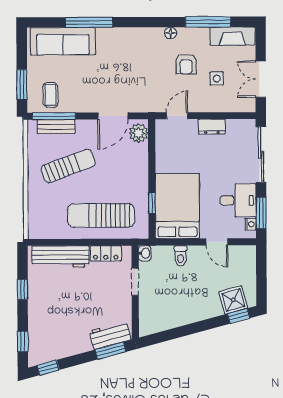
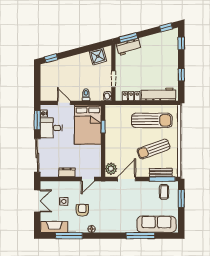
sun lounger: (101, 215) -> (152, 120), moved
shower: (233, 300) -> (98, 56), moved

